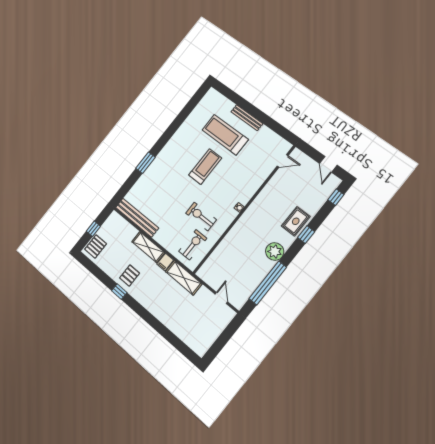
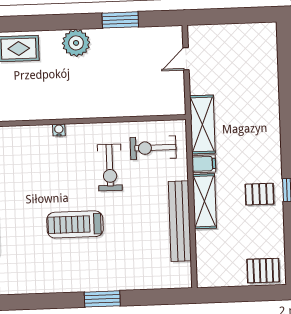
treadmill: (205, 167) -> (75, 224), moved
bench: (137, 218) -> (180, 221), moved
window: (93, 229) -> (244, 294), removed
window: (306, 235) -> (25, 23), removed
window: (268, 283) -> (120, 20), width x0.47

